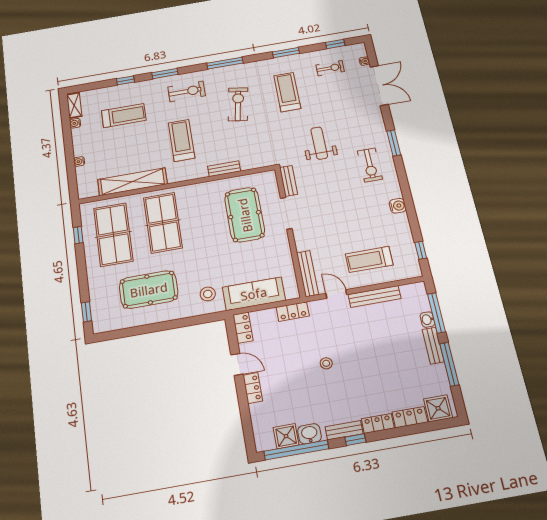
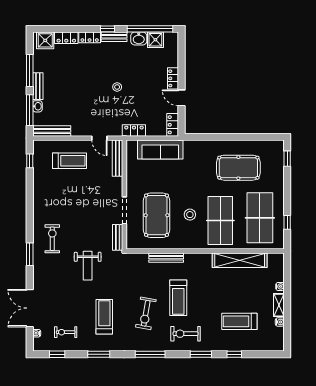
treadmill: (287, 92) -> (104, 317), turned 180
shelving: (74, 105) -> (279, 305), moved
treadmill: (181, 140) -> (178, 298), moved
bench: (224, 169) -> (166, 258), width x1.36
water cooler: (398, 206) -> (39, 200), removed
stool: (208, 294) -> (190, 215), moved
bench: (374, 296) -> (52, 131), moved

